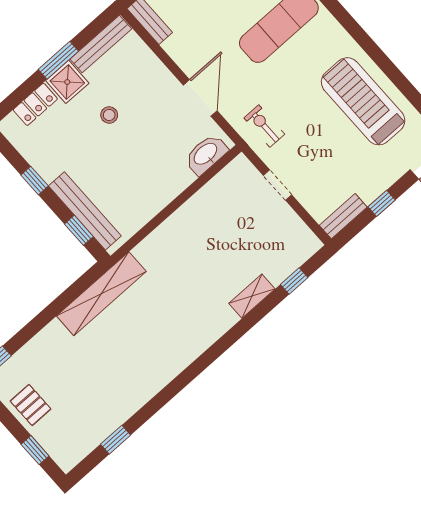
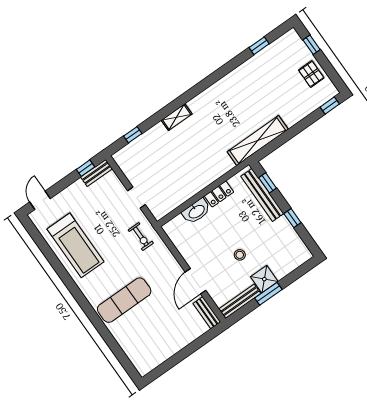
door: (200, 98) -> (195, 281), moved
locker: (35, 104) -> (219, 194), moved, turned 180
washbasin: (206, 154) -> (196, 211), moved
window: (382, 203) -> (85, 168), moved
shelving: (252, 296) -> (177, 117), moved

